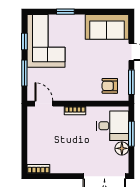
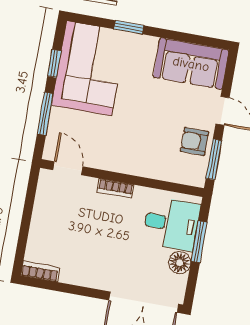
armchair: (110, 86) -> (194, 142), moved

